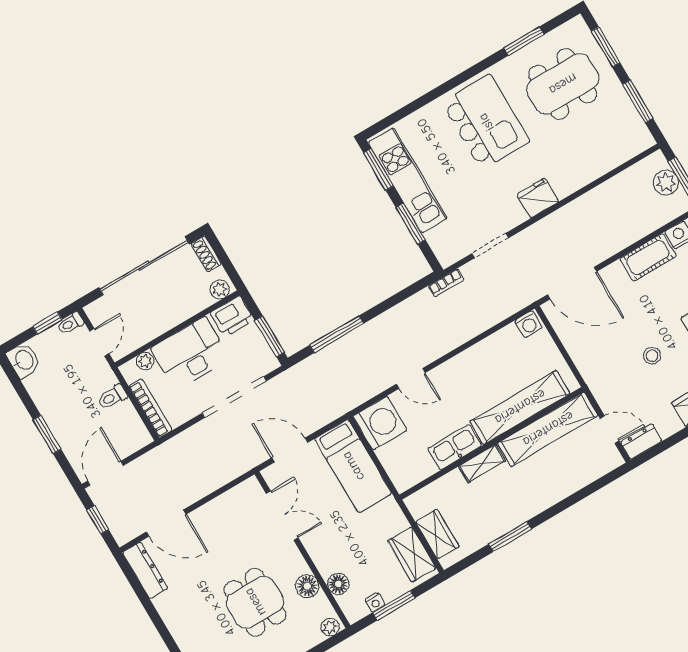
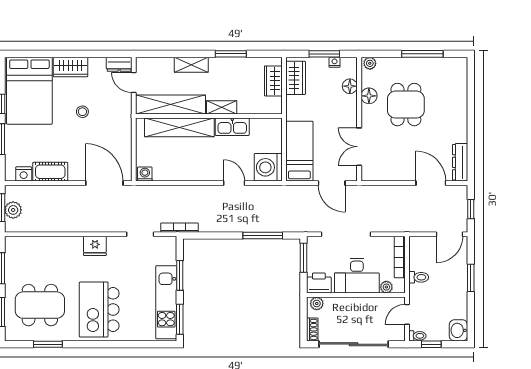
bookcase: (446, 283) -> (179, 228), width x1.56
shelving: (551, 494) -> (191, 65), added

